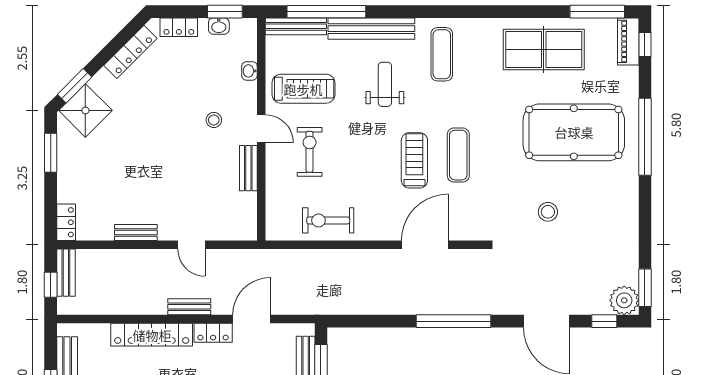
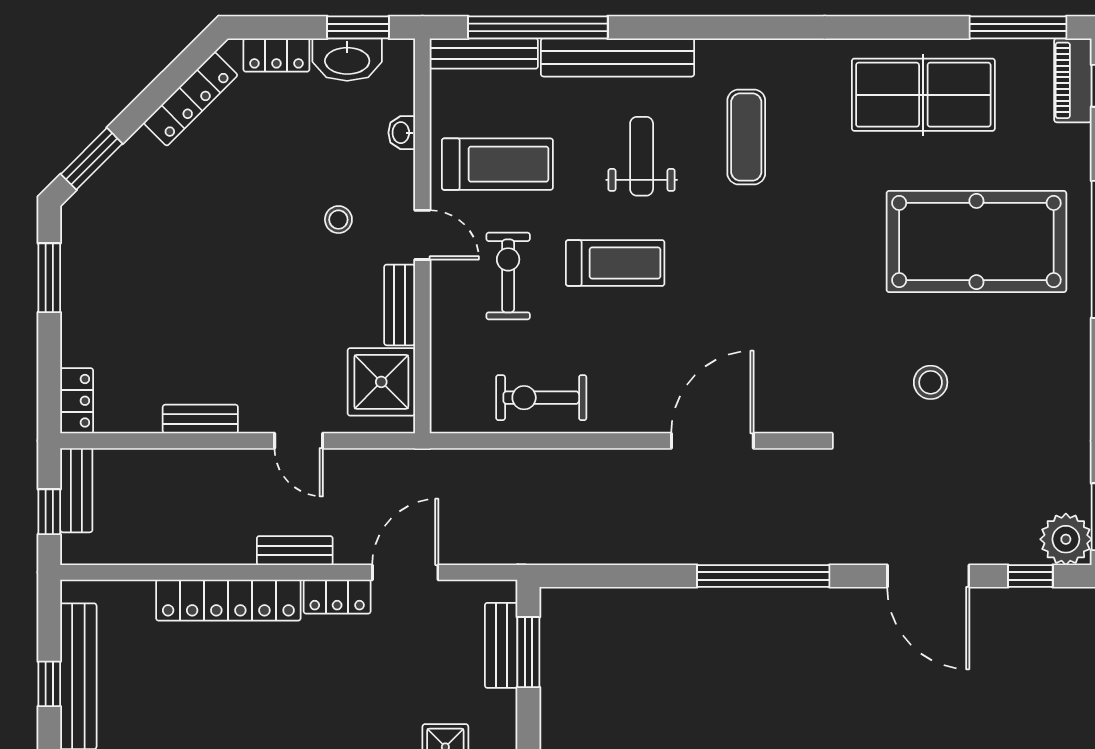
washbasin: (219, 26) -> (347, 60), width x1.91, depth x1.45
exercise mat: (442, 54) -> (746, 137), moved
shower: (85, 110) -> (381, 382), moved, turned 45
exercise mat: (458, 155) -> (772, 282), removed
treadmill: (414, 160) -> (615, 263), moved, turned 90

